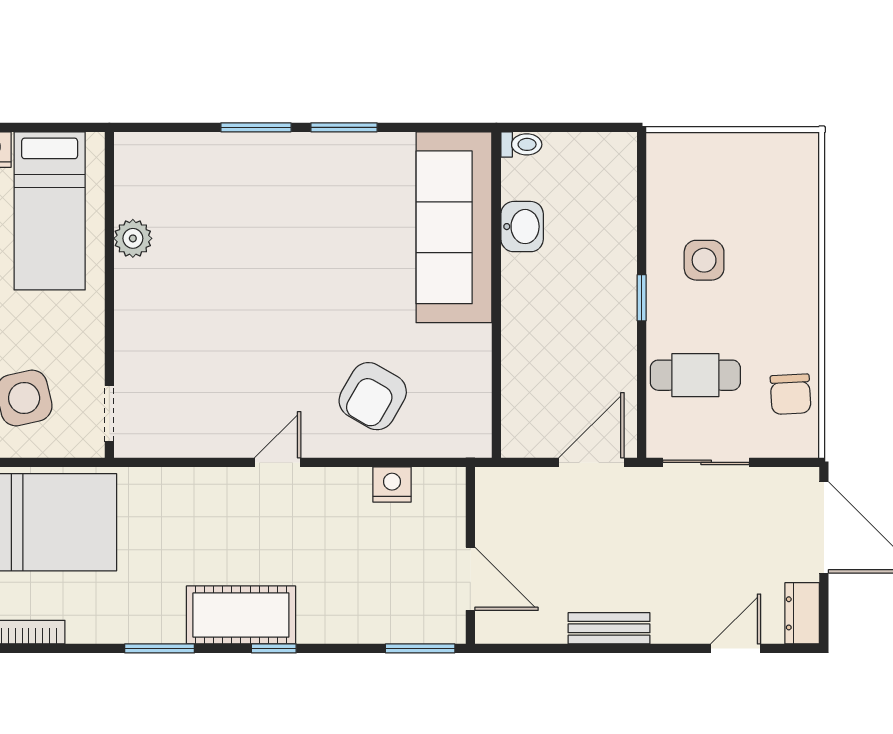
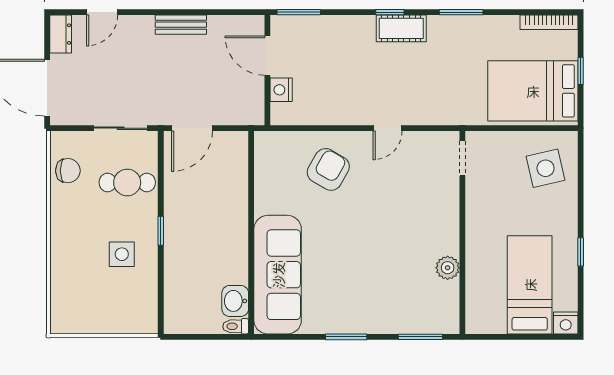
window: (256, 127) -> (420, 337), moved
washbasin: (522, 227) -> (235, 301), moved
plant: (133, 238) -> (448, 268), moved
wall: (109, 295) -> (462, 233), moved
chair: (791, 394) -> (68, 171), turned 93
doorway: (109, 414) -> (462, 158), moved
nightstand: (392, 484) -> (281, 90), moved, turned 90
cot: (241, 615) -> (401, 28), width x0.73, depth x0.75

